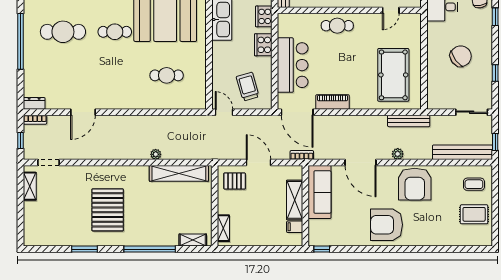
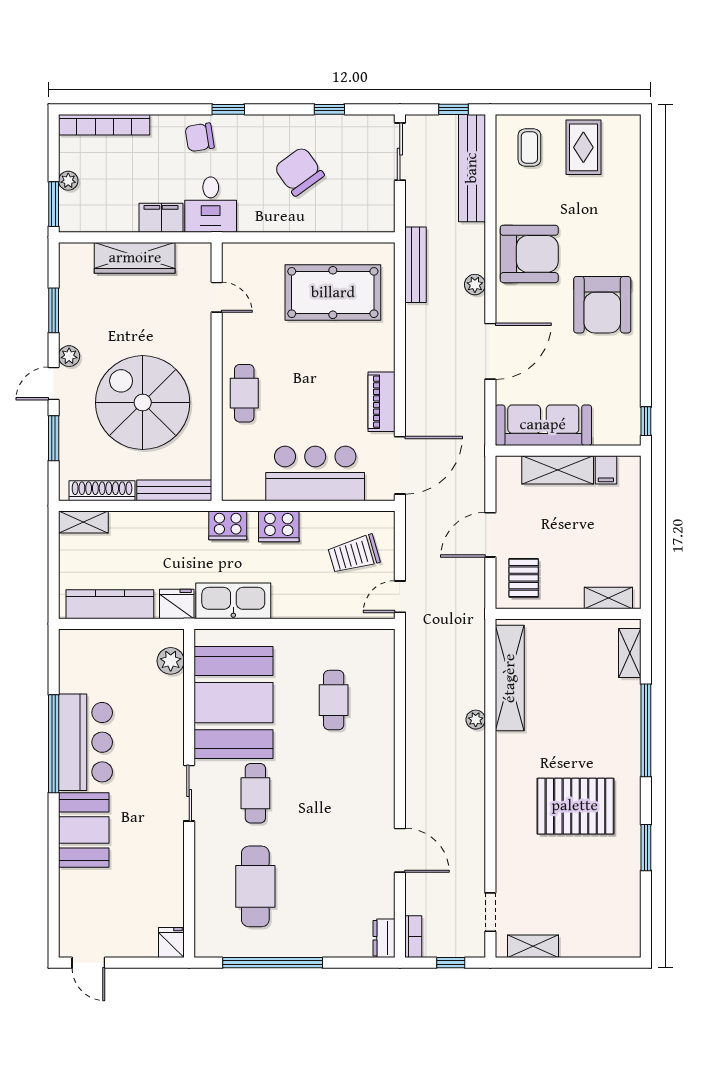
bookcase: (302, 155) -> (477, 457), removed

